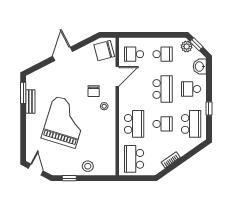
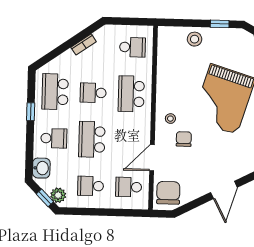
chair: (104, 51) -> (168, 193), turned -75
school desk: (134, 54) -> (129, 187), turned 180
school desk: (134, 159) -> (133, 47), width x0.54

